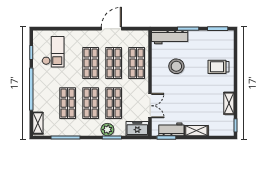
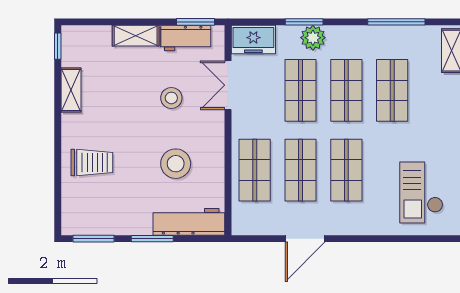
stool: (179, 99) -> (171, 98), added

